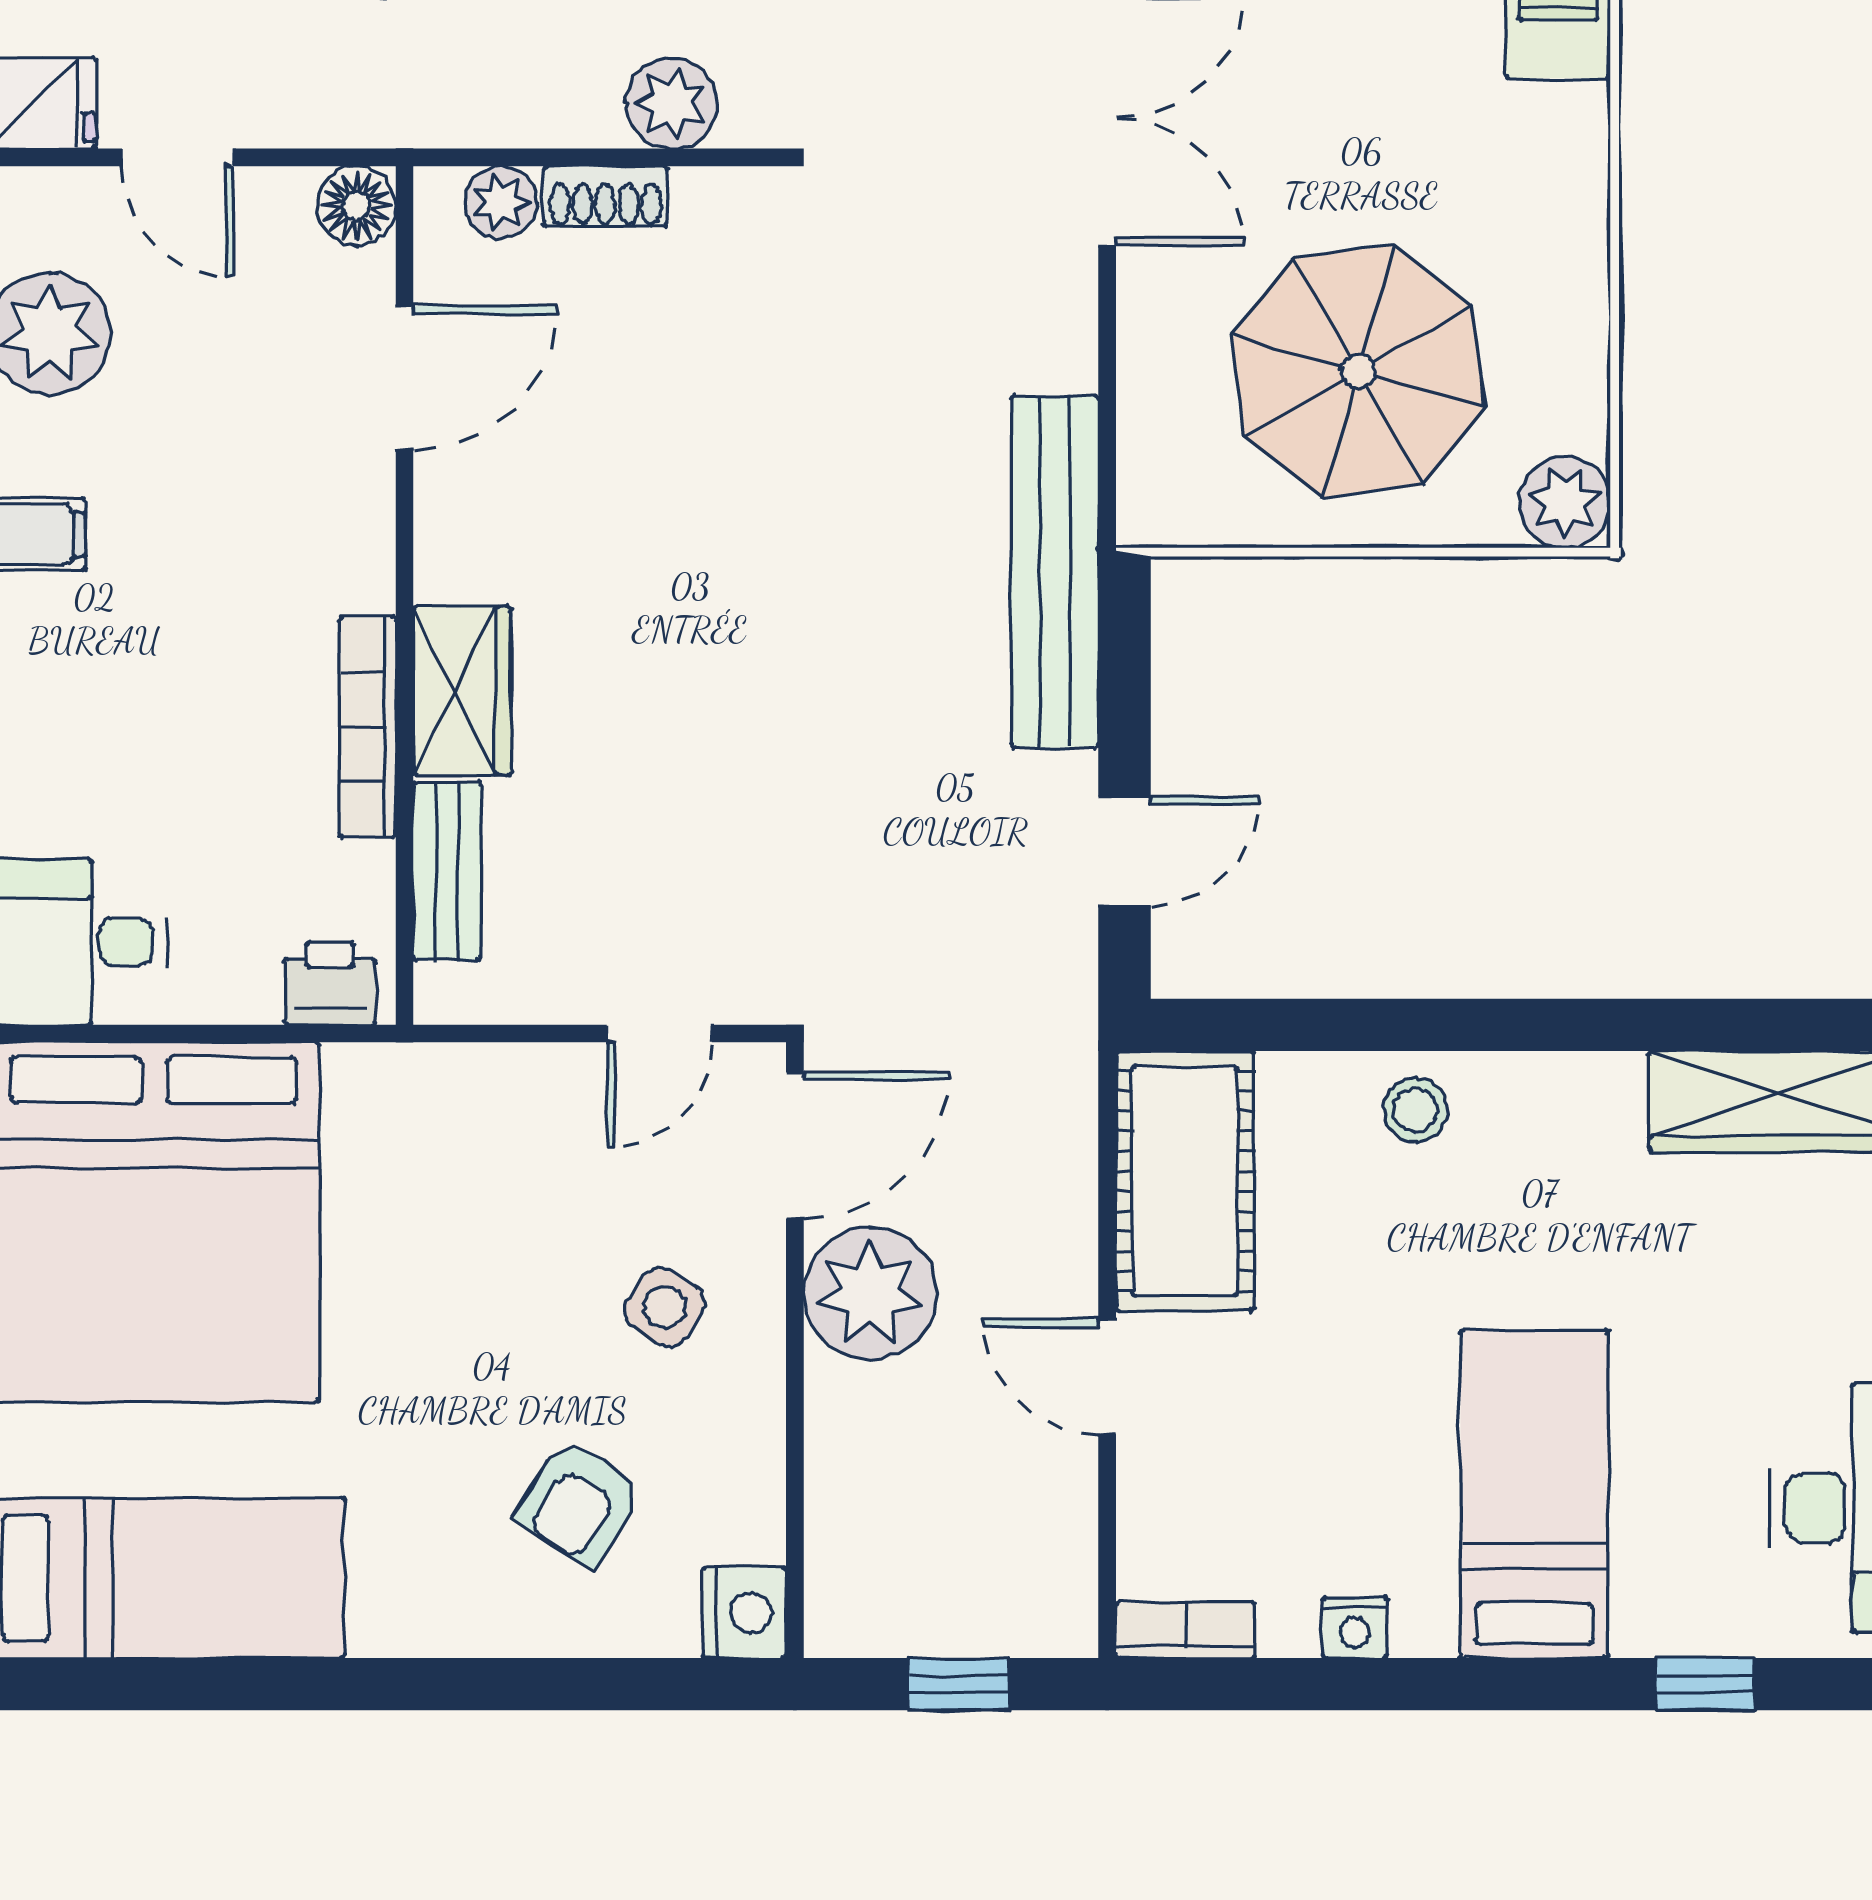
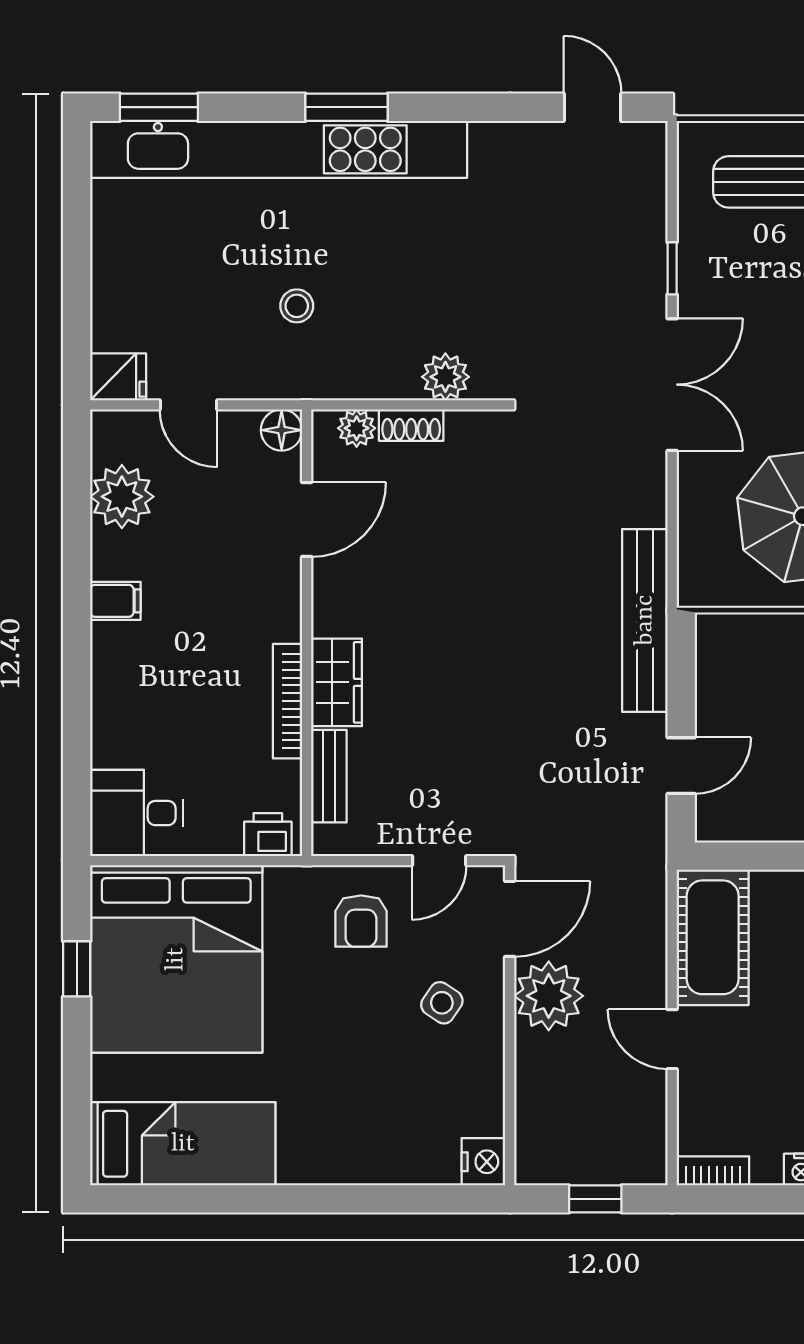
armchair: (579, 1503) -> (361, 921), moved, turned -33

